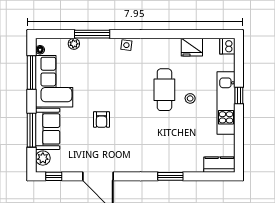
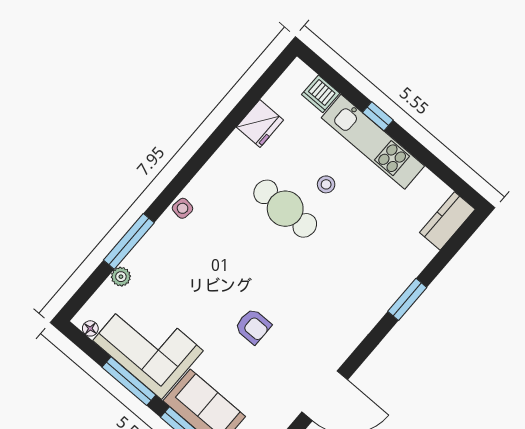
dishwasher: (227, 46) -> (321, 94), moved
window: (32, 72) -> (129, 381), moved

